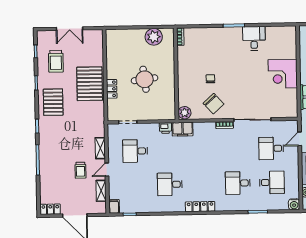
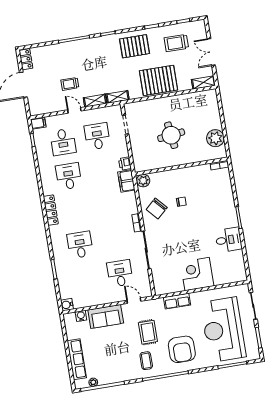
shelving: (98, 41) -> (203, 83), added
locker: (112, 89) -> (157, 103), removed
desk: (272, 182) -> (63, 142), moved
shelving: (101, 191) -> (118, 97), moved

